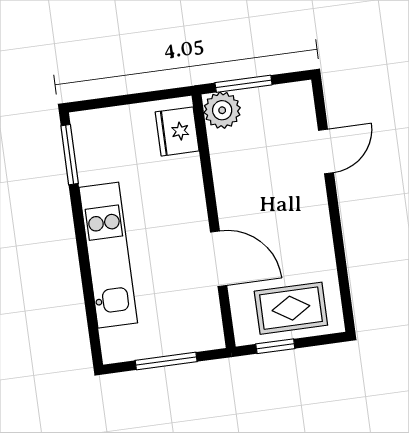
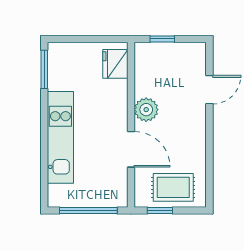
window: (244, 84) -> (162, 39), width x0.67
plant: (222, 110) -> (146, 110), moved
window: (166, 361) -> (88, 210), width x1.44

